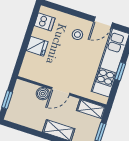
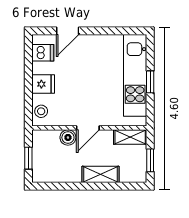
door: (103, 22) -> (68, 31), moved
stool: (77, 35) -> (41, 111), moved

